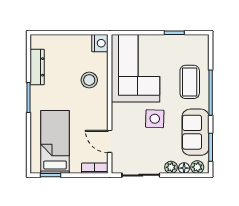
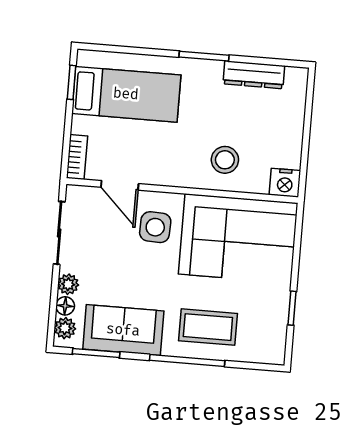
side table: (155, 119) -> (155, 227), moved
door: (110, 141) -> (120, 185), swing flipped

